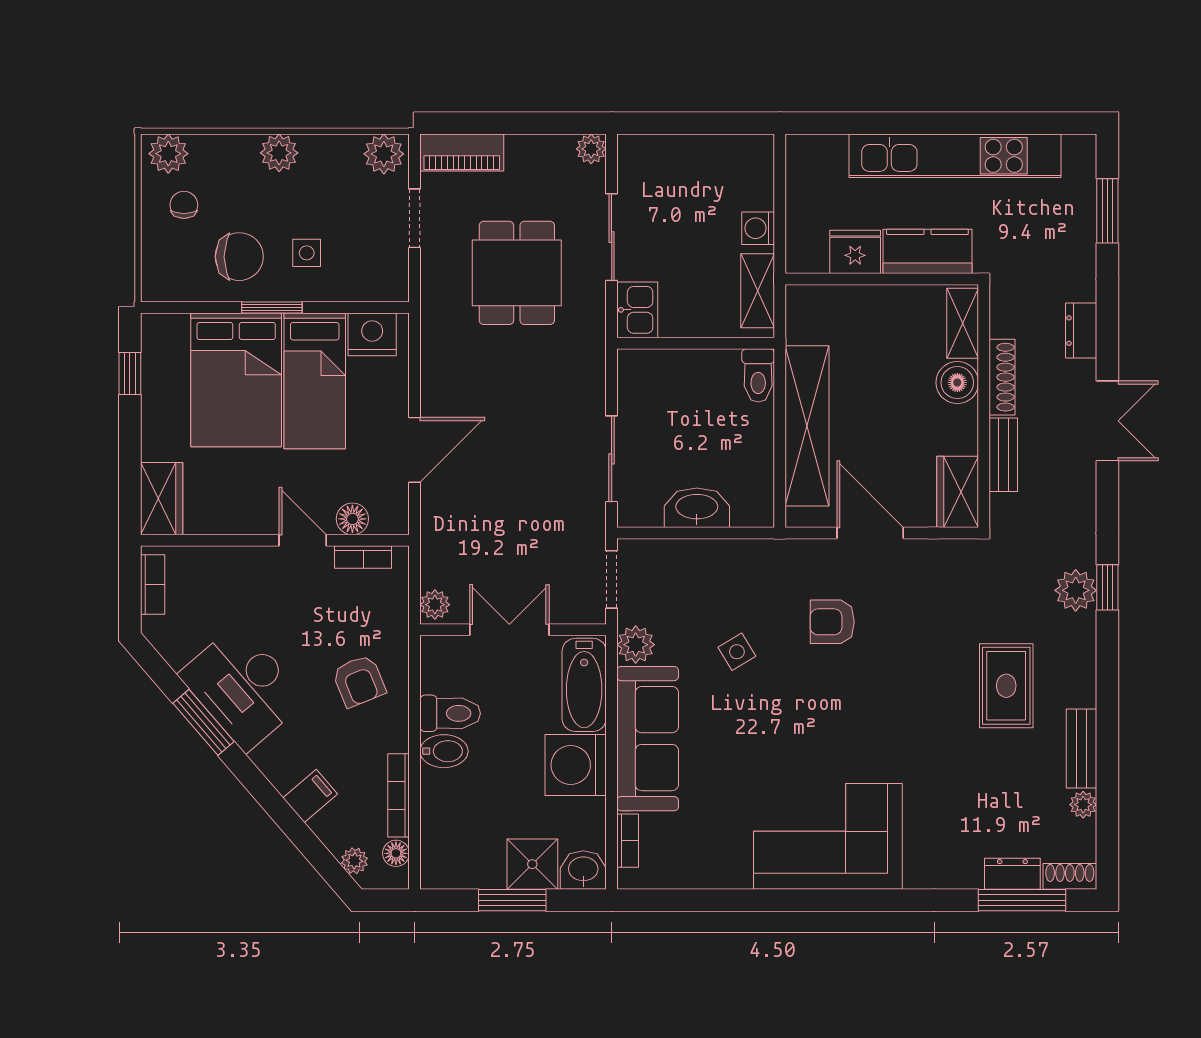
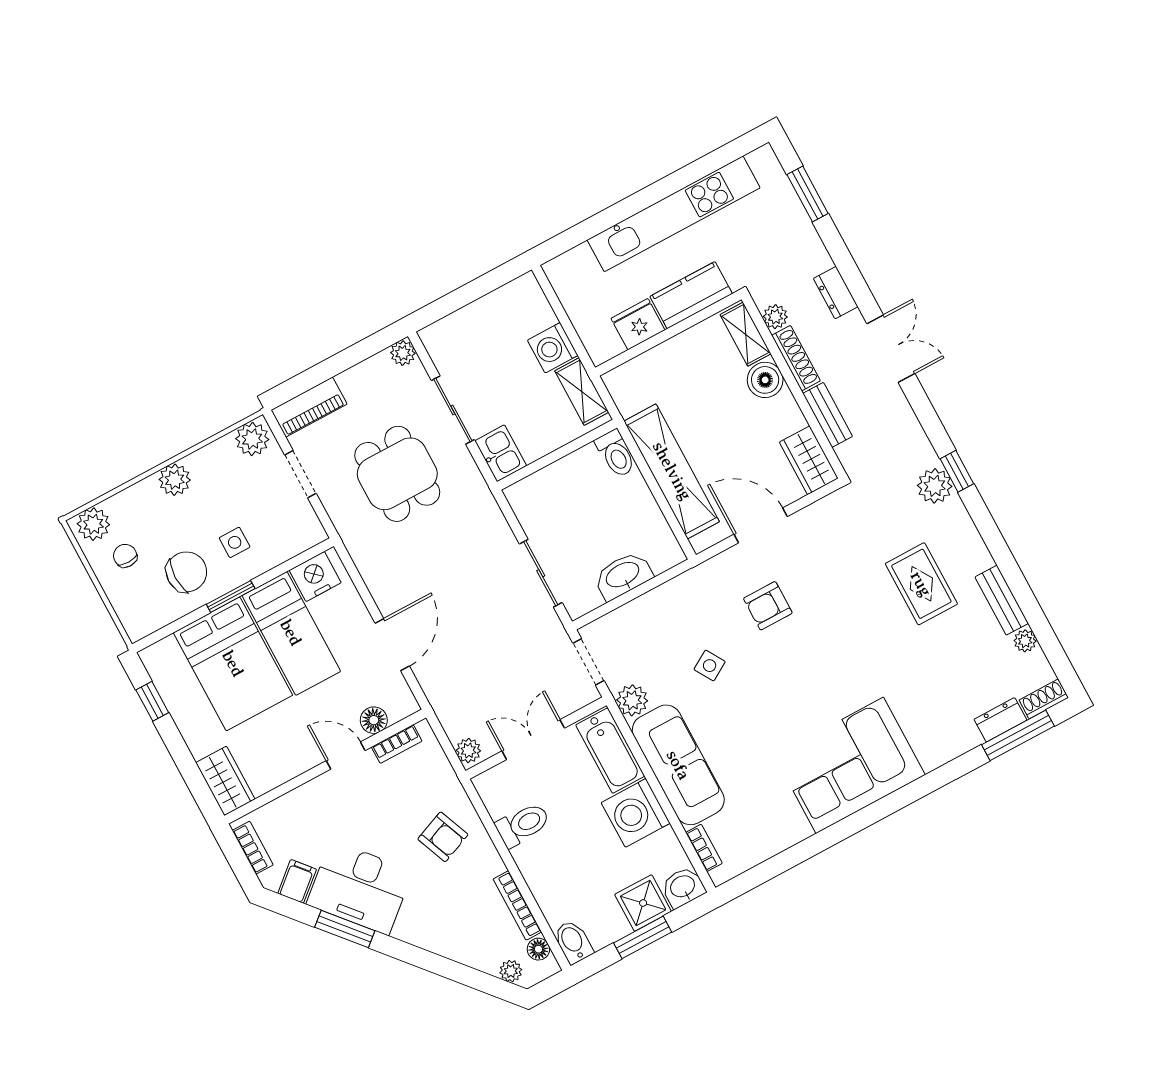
washing machine: (758, 228) -> (553, 348), width x1.38, depth x1.38
plant: (1004, 322) -> (775, 317), added
bidet: (444, 751) -> (573, 942), moved, turned -90
filing cabinet: (310, 796) -> (297, 881), moved

